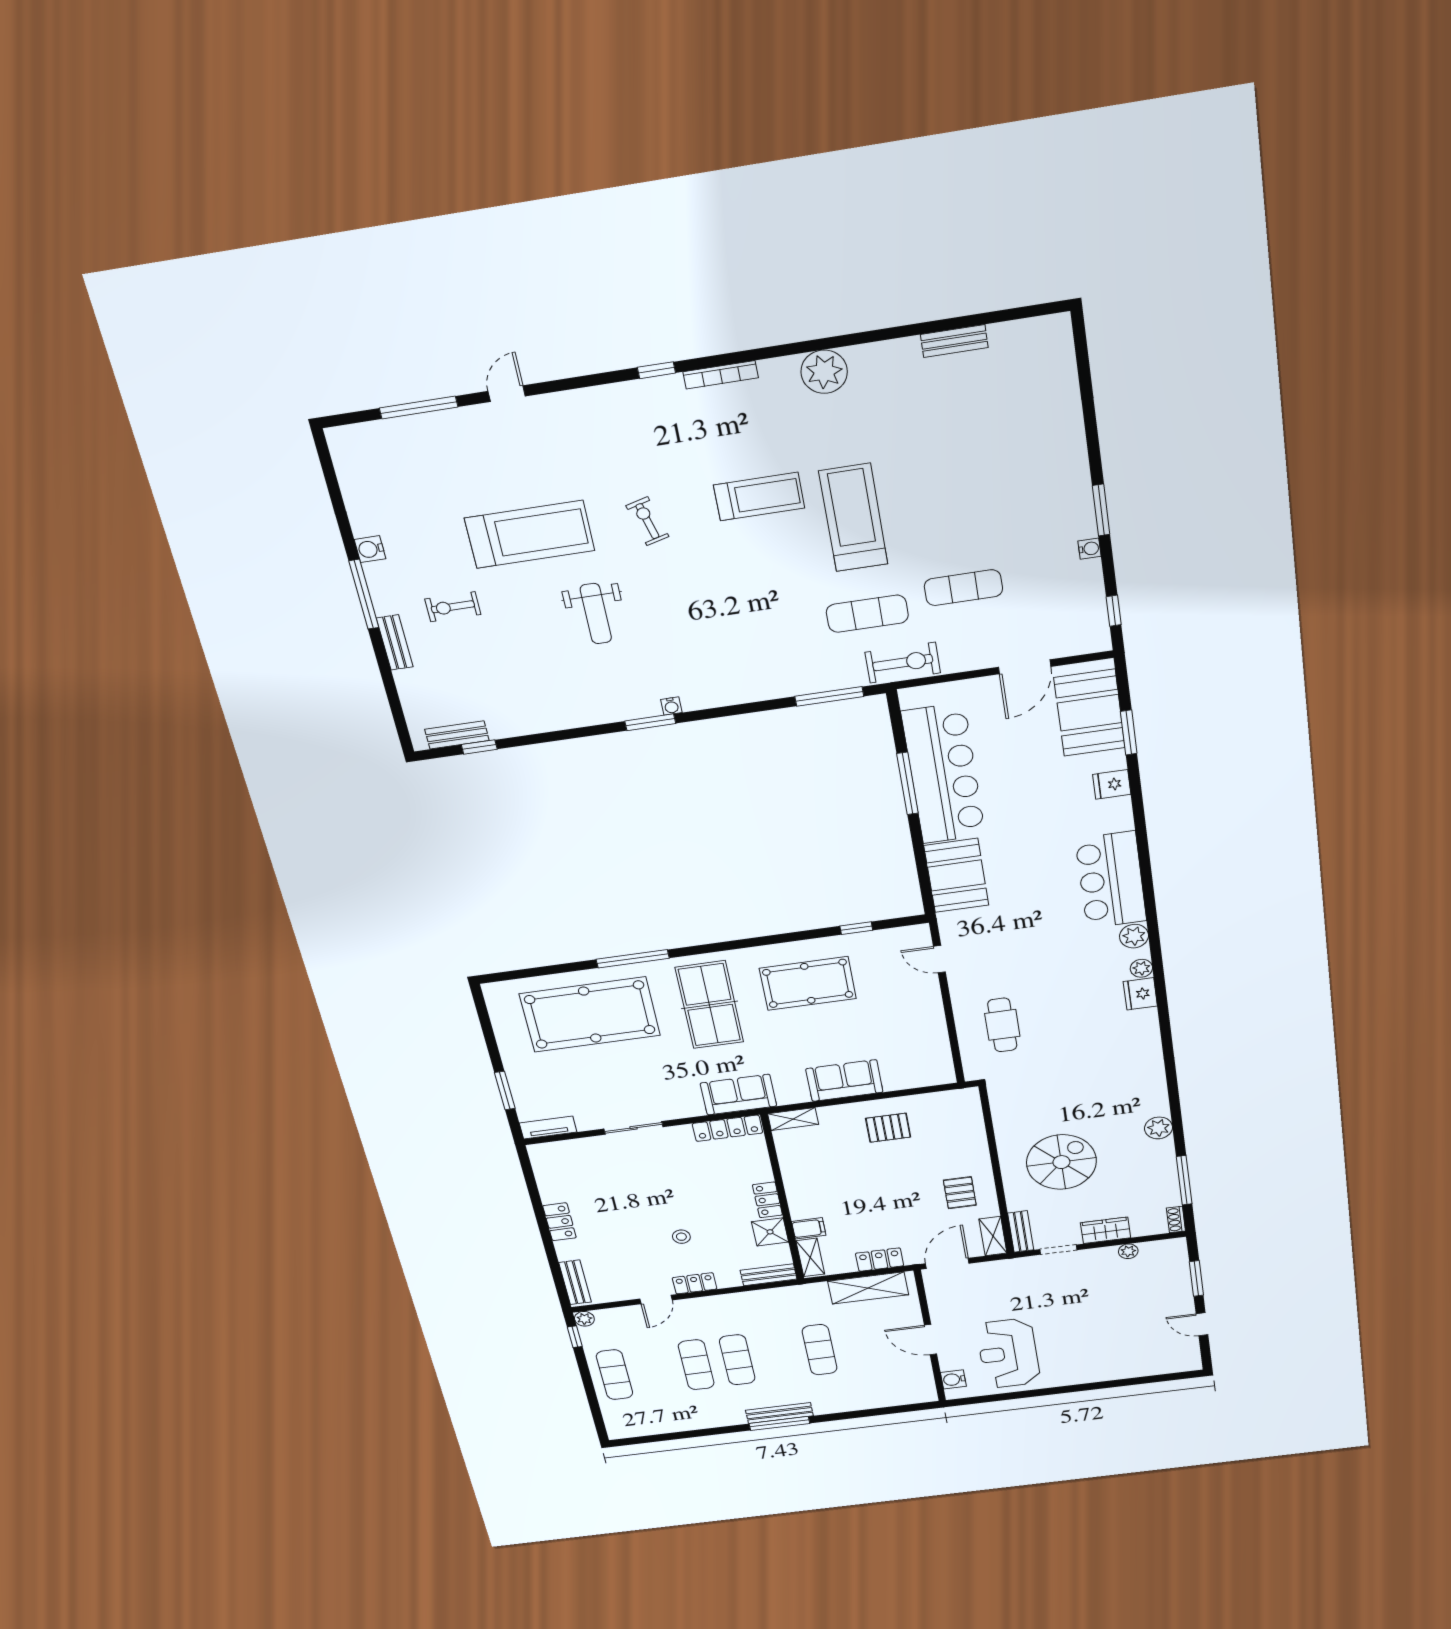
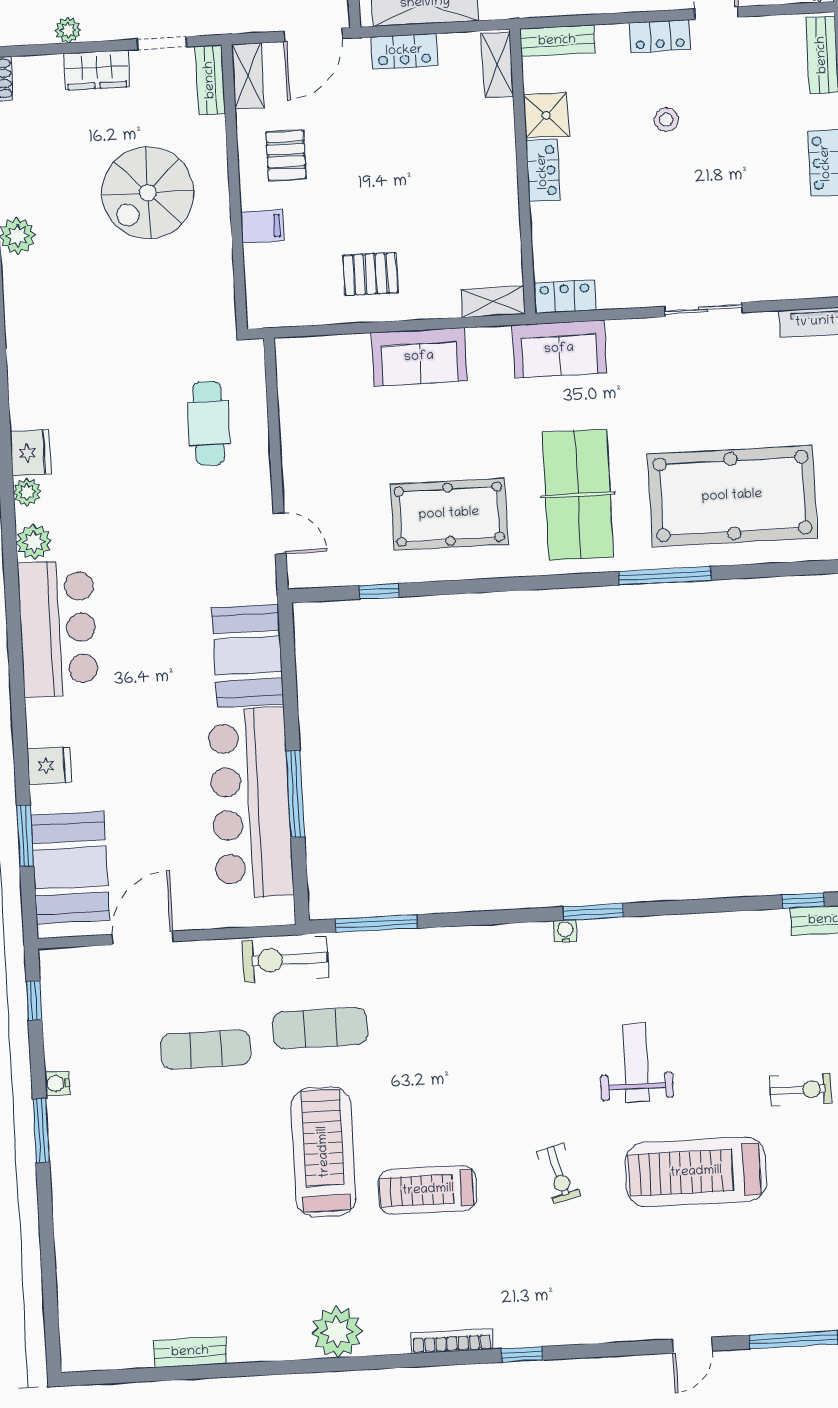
treadmill: (853, 518) -> (324, 1152), turned 180
locker: (727, 1128) -> (565, 297), width x0.66
filing cabinet: (809, 1228) -> (262, 226), moved, turned 180

